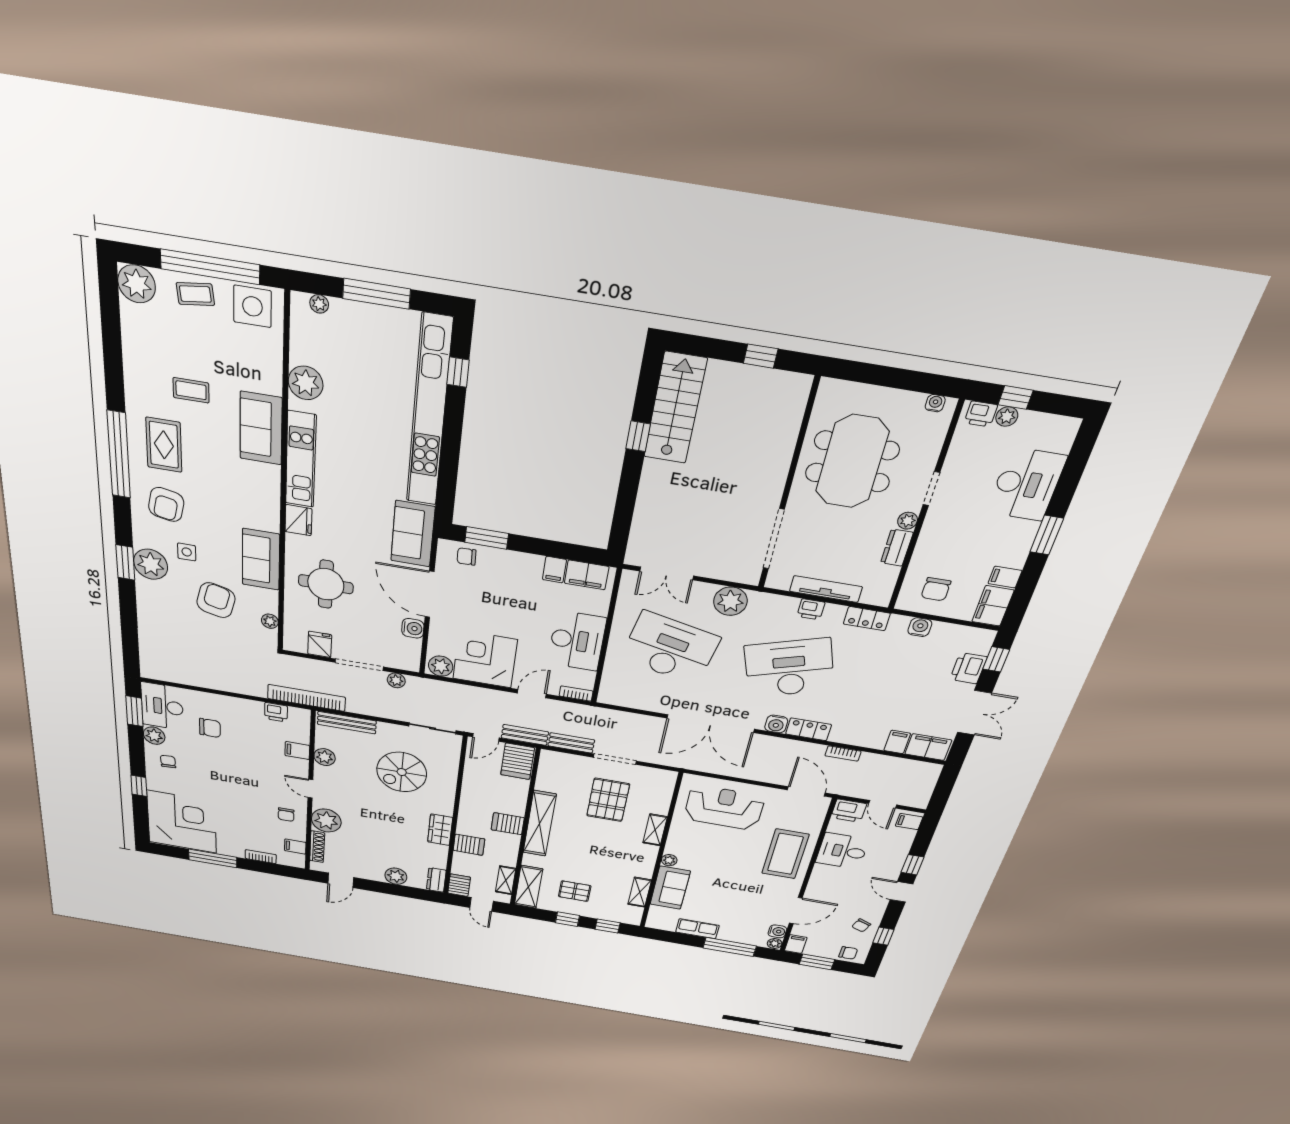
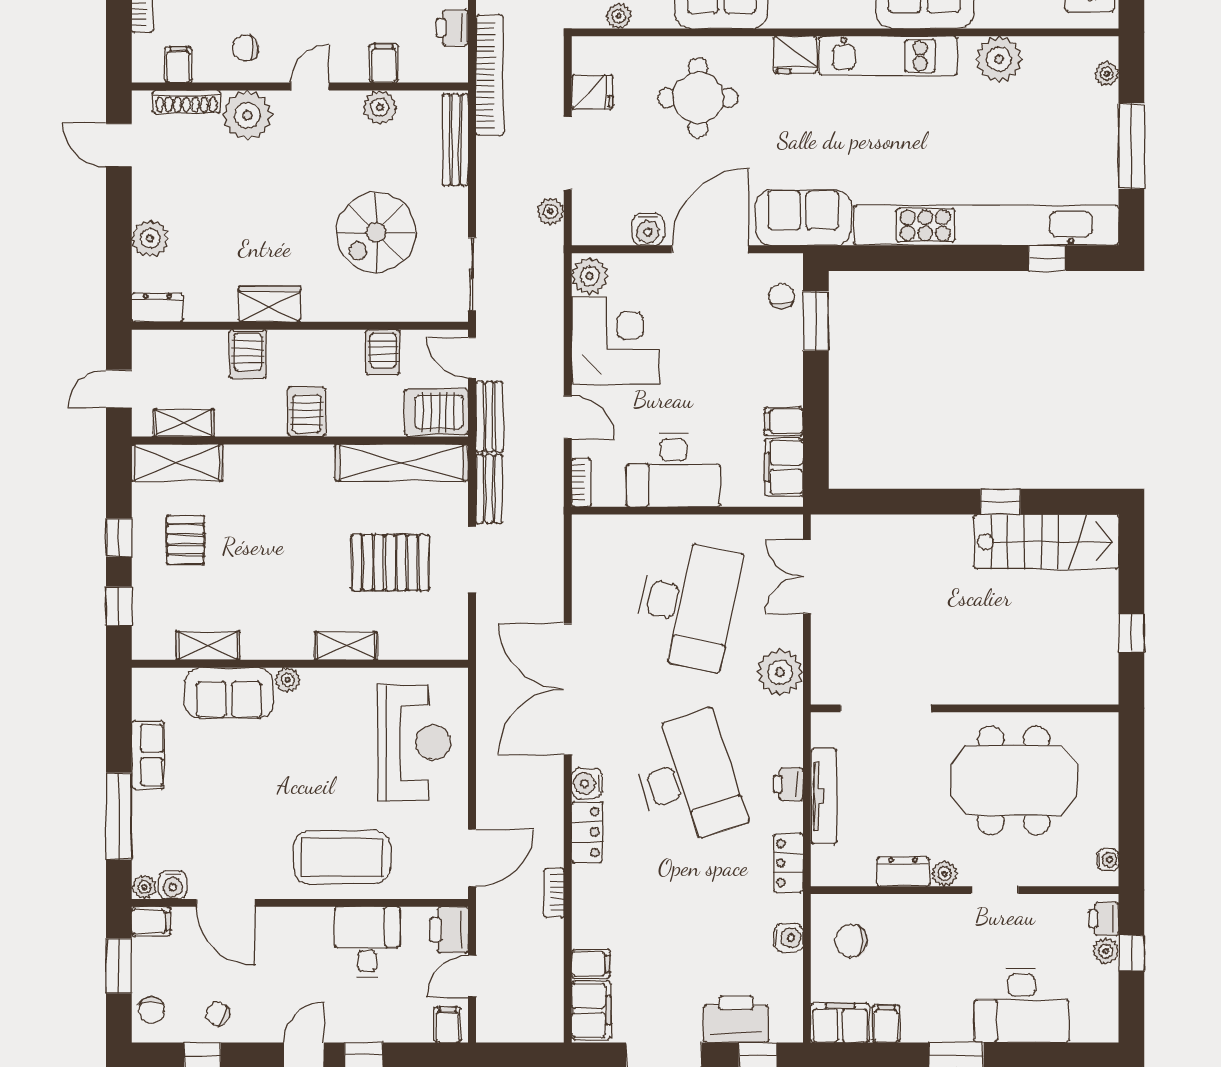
printer: (968, 668) -> (736, 1019), width x1.37, depth x1.19
spiral stairs: (402, 772) -> (376, 232), turned -90
shelving: (540, 824) -> (402, 462), moved
server rack: (459, 885) -> (383, 352), moved, turned 90

